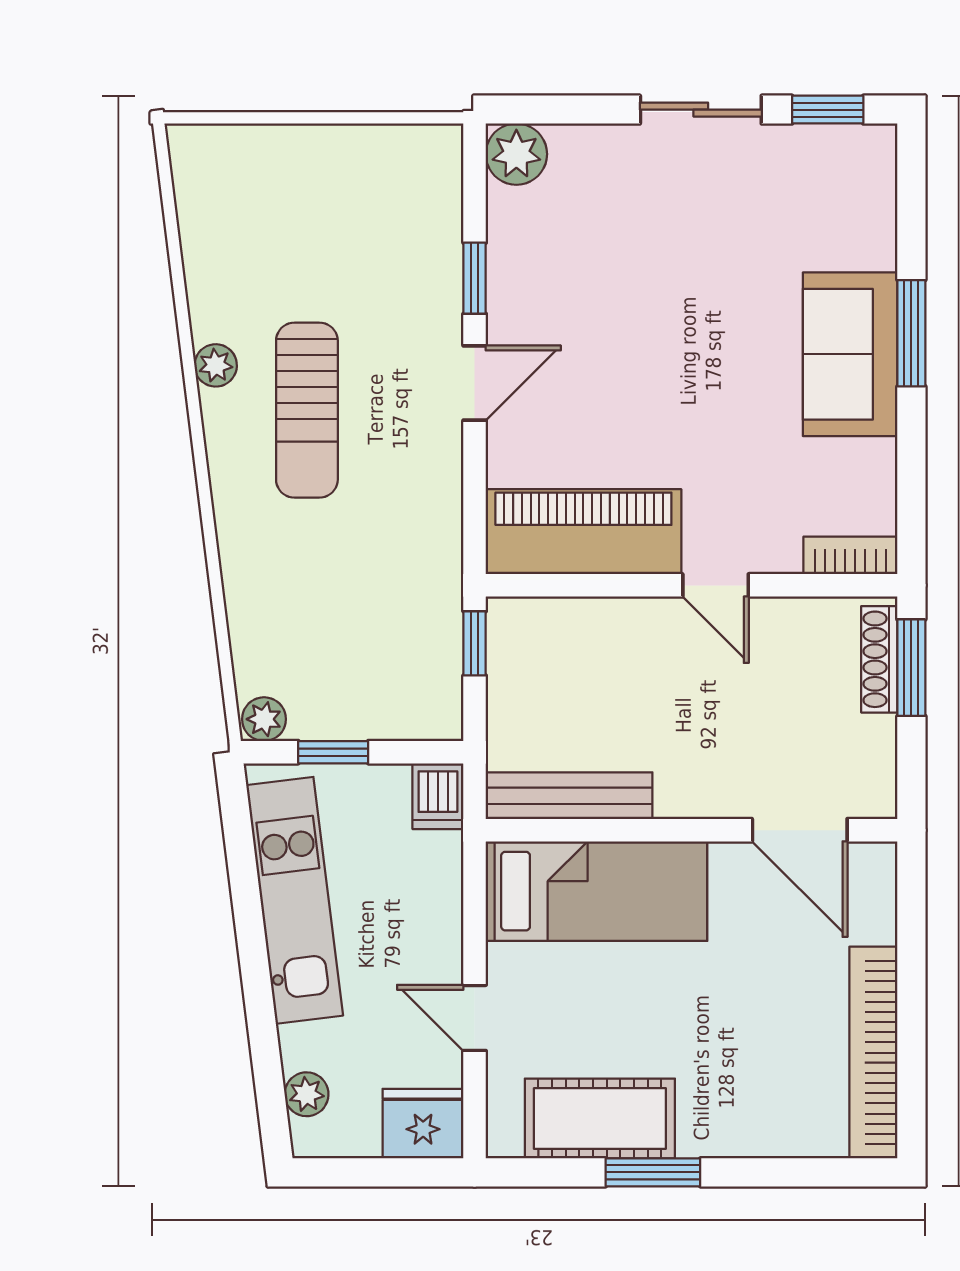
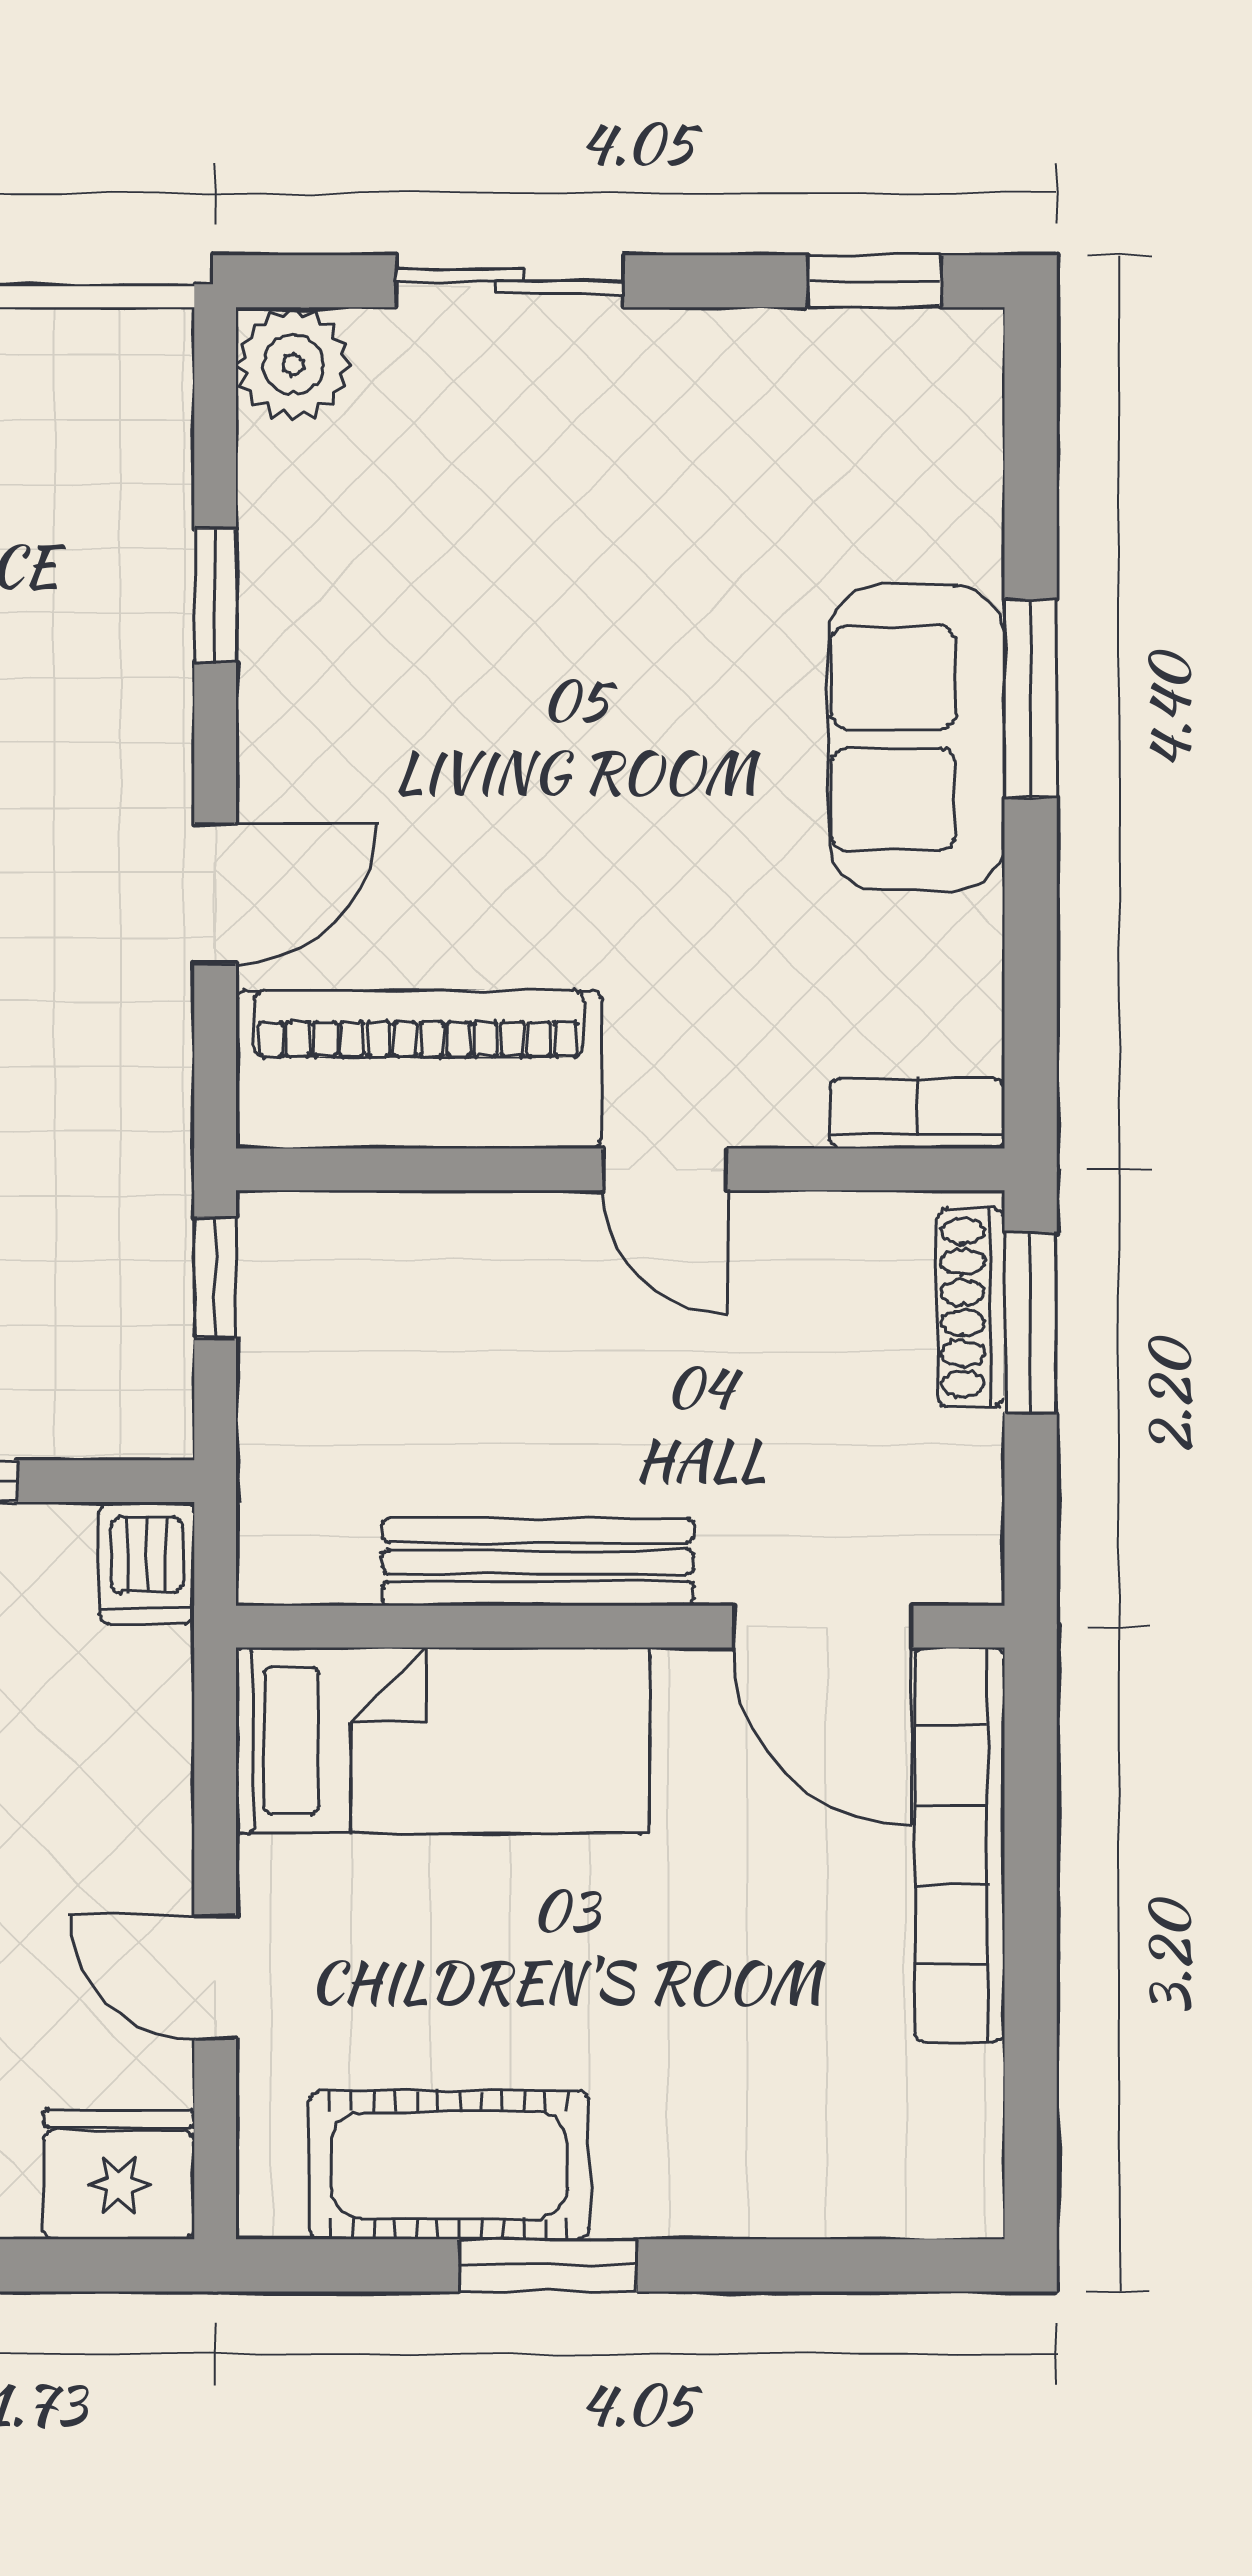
sliding door: (701, 110) -> (510, 281), moved
door: (475, 383) -> (215, 894), moved
bench: (569, 796) -> (538, 1562), moved
bookcase: (873, 1053) -> (960, 1845), moved

